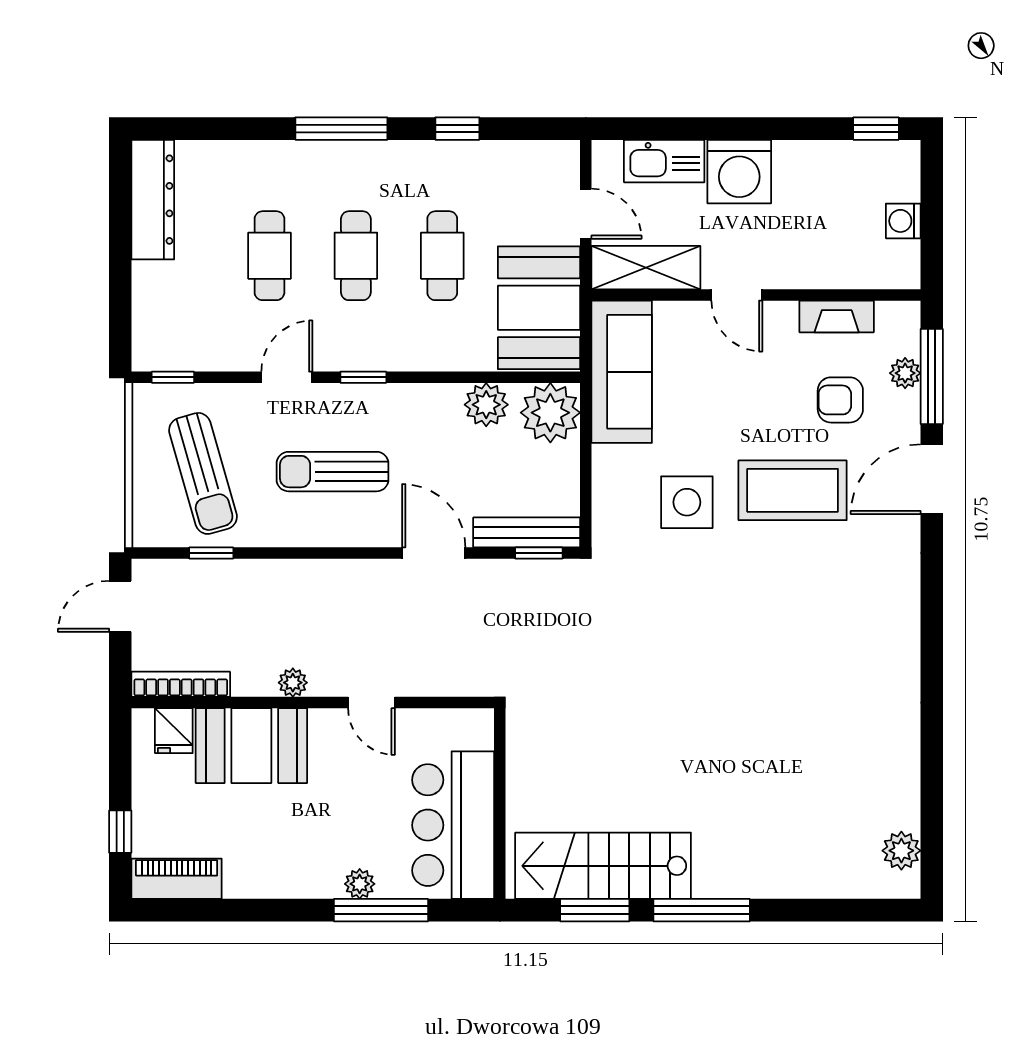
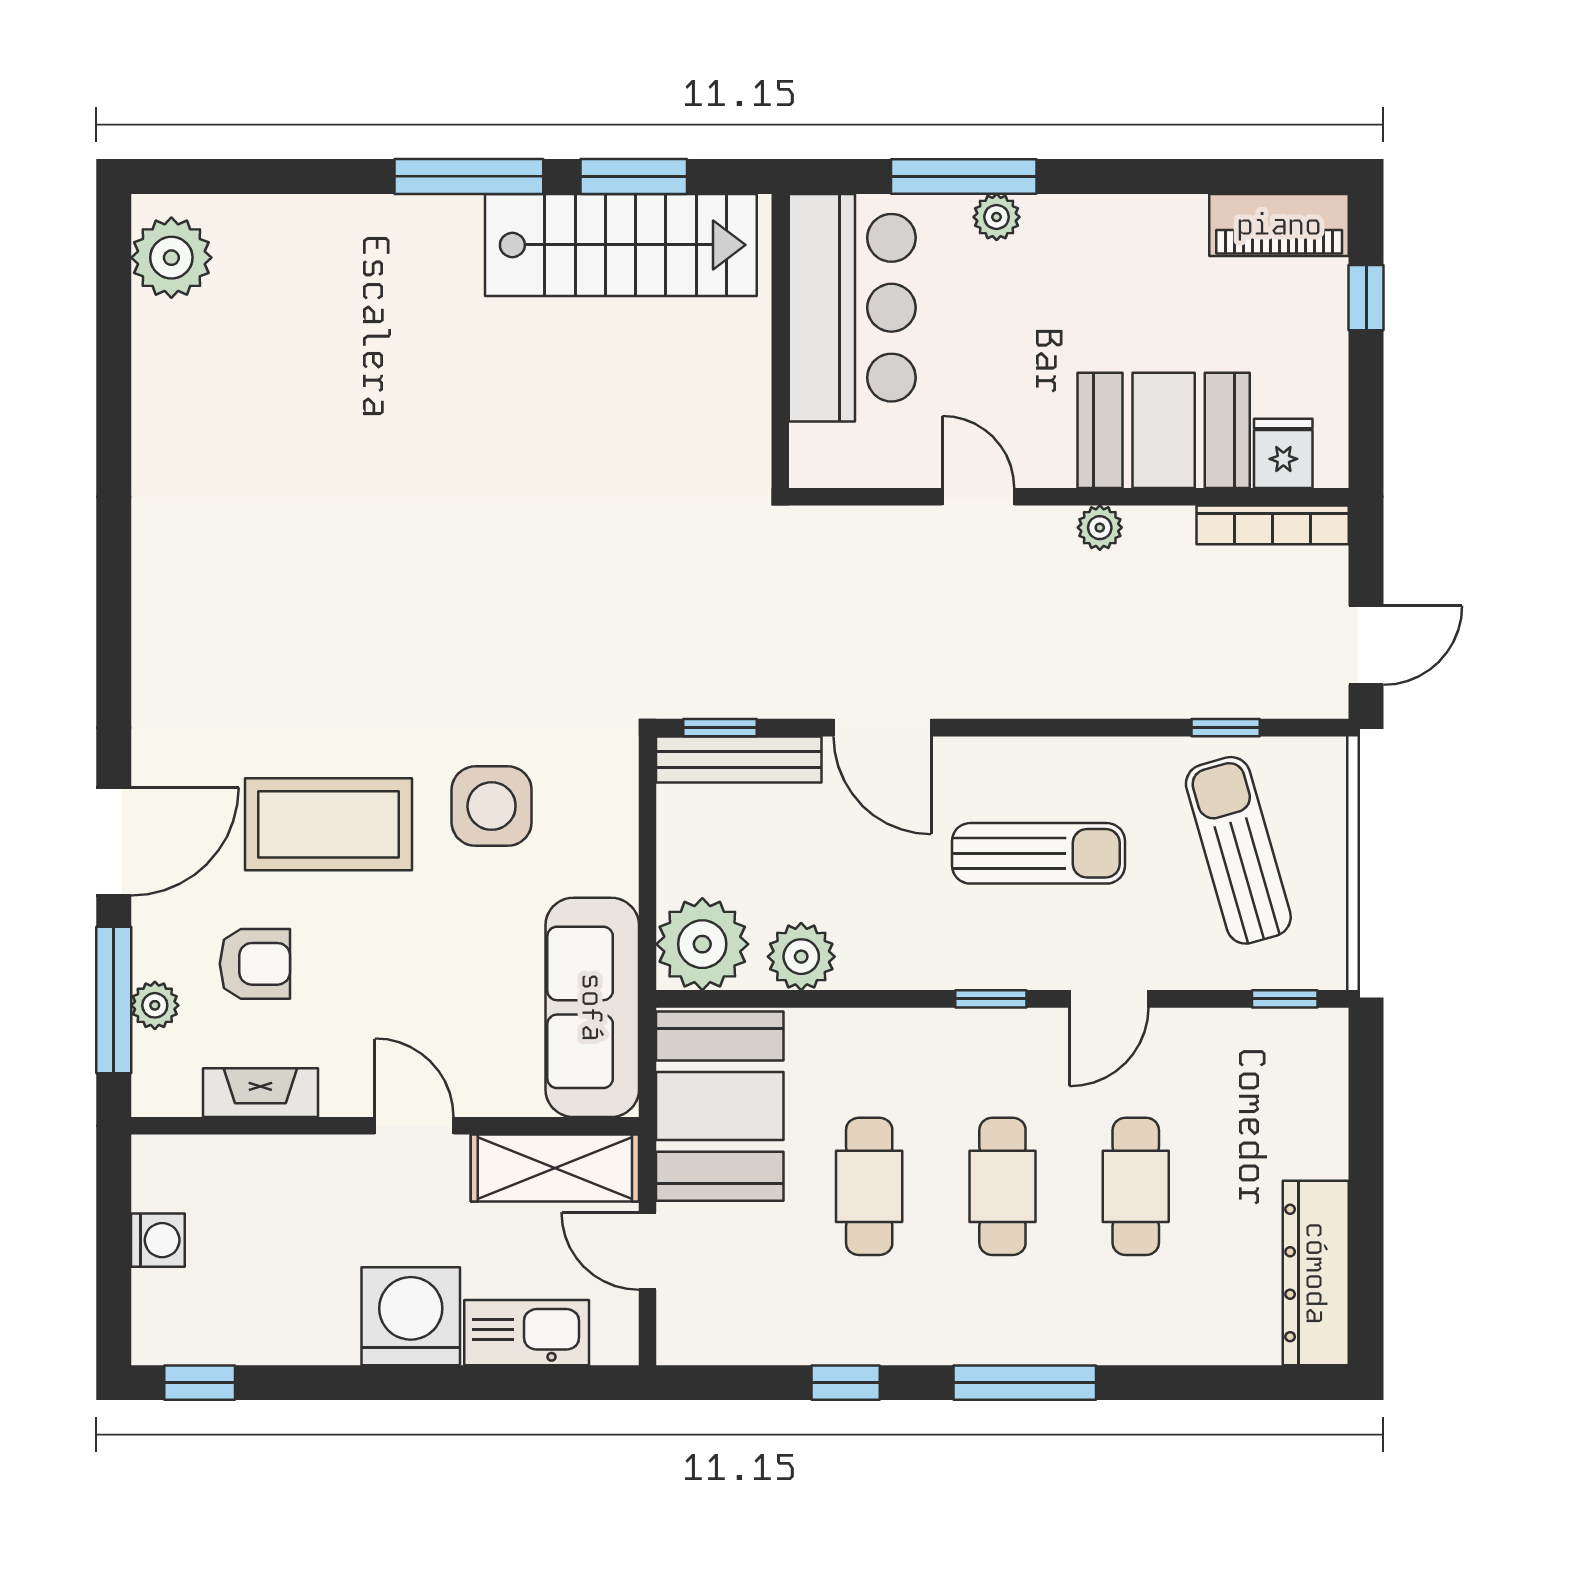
plant: (901, 851) -> (171, 258), width x1.36, depth x1.36

